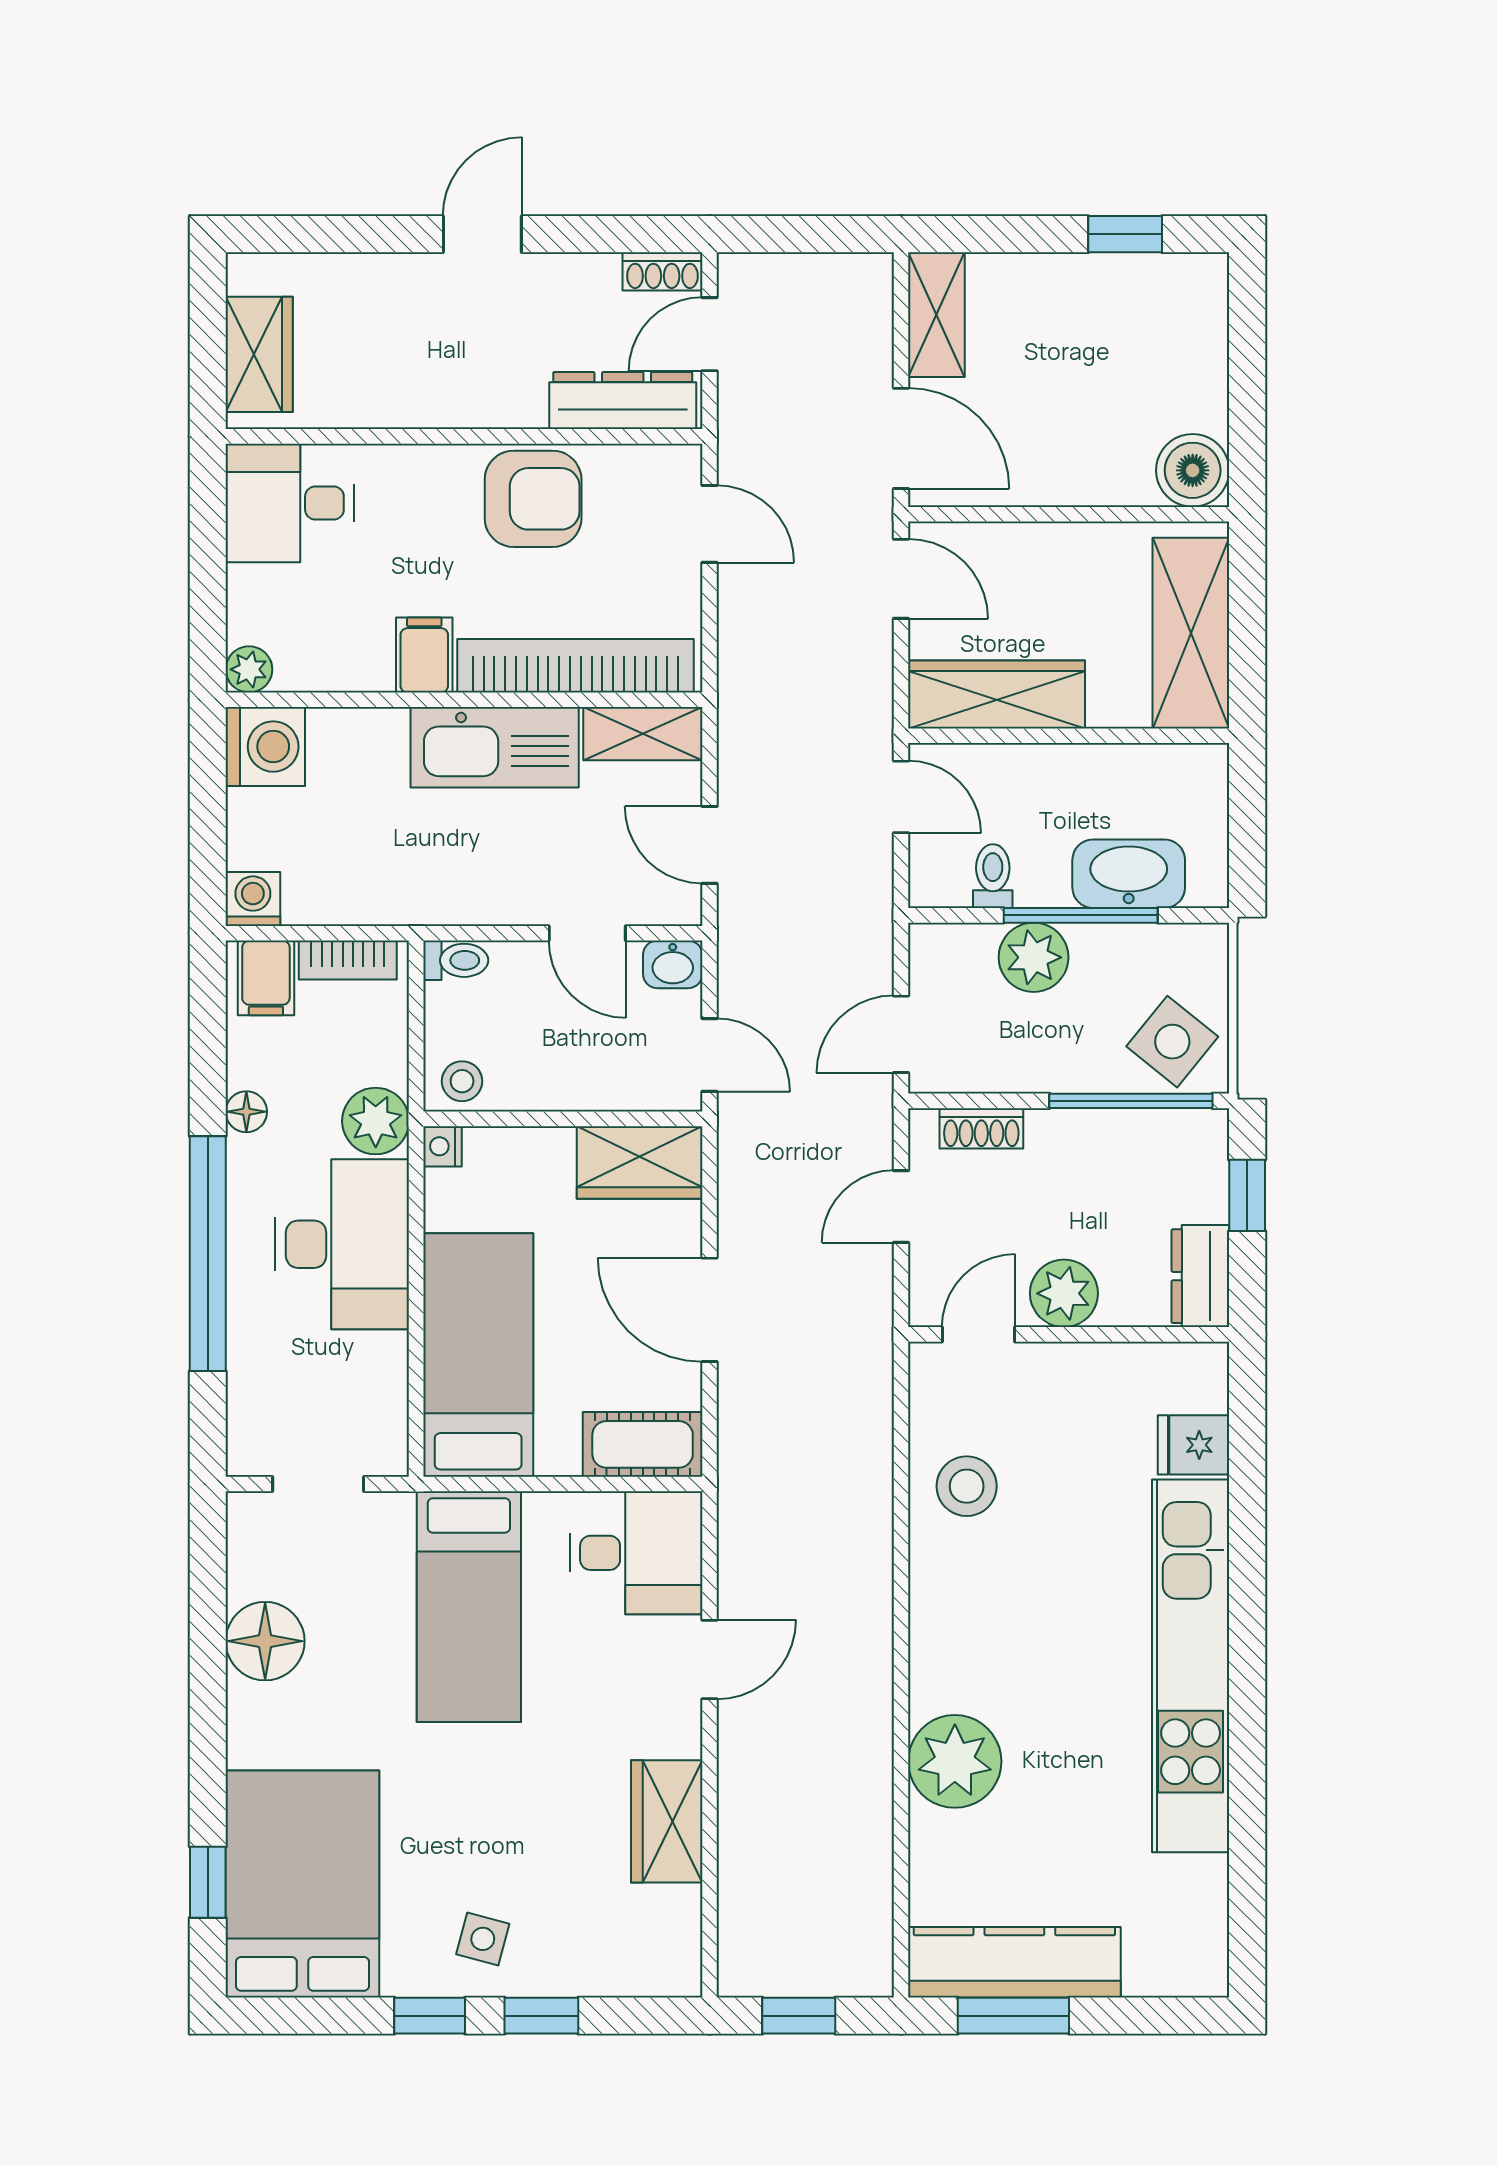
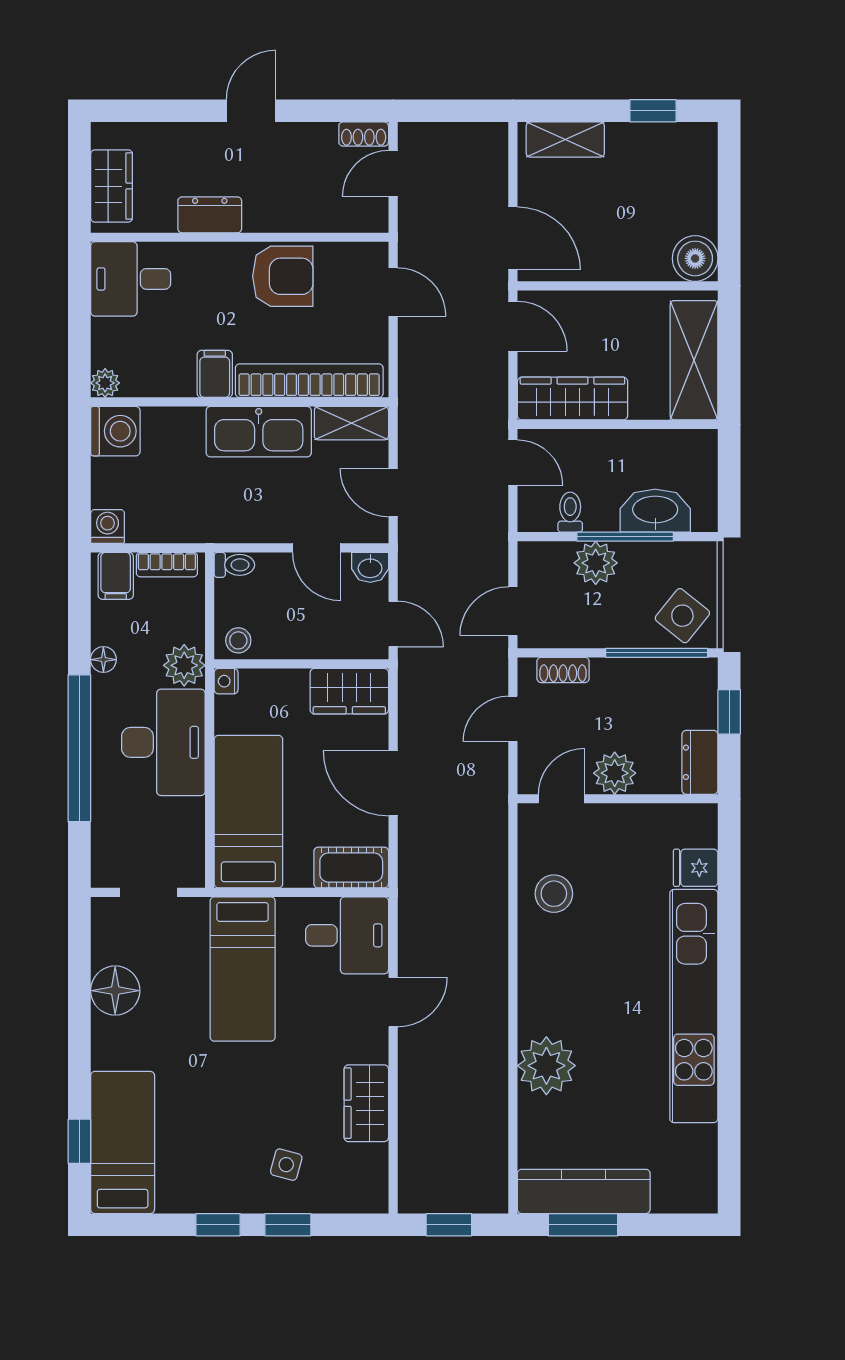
shelving: (936, 315) -> (565, 140), moved, turned 90
dresser: (623, 400) -> (210, 215), moved, width x0.70
bed: (302, 1884) -> (123, 1142), width x0.67
side table: (483, 1939) -> (286, 1165), moved

